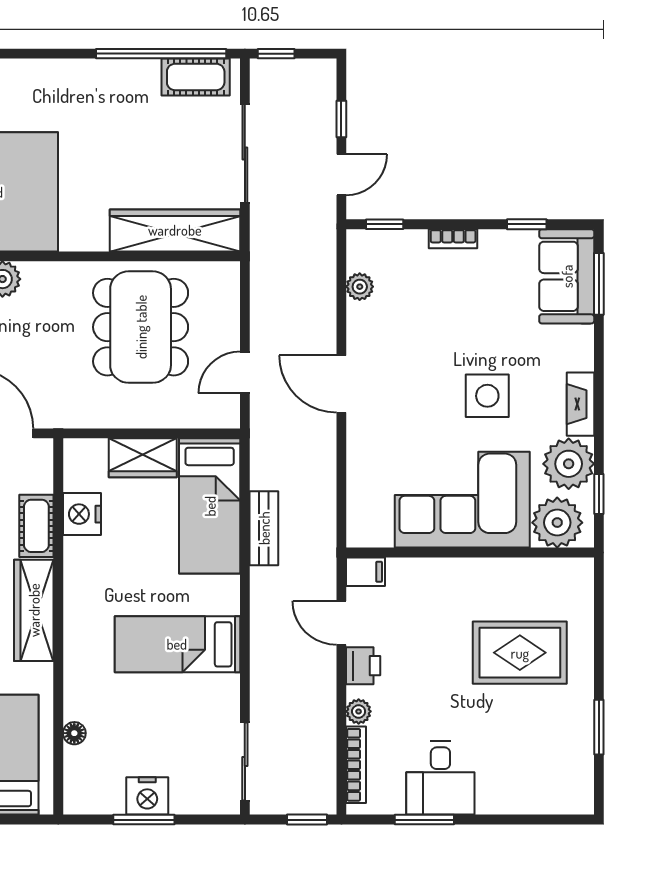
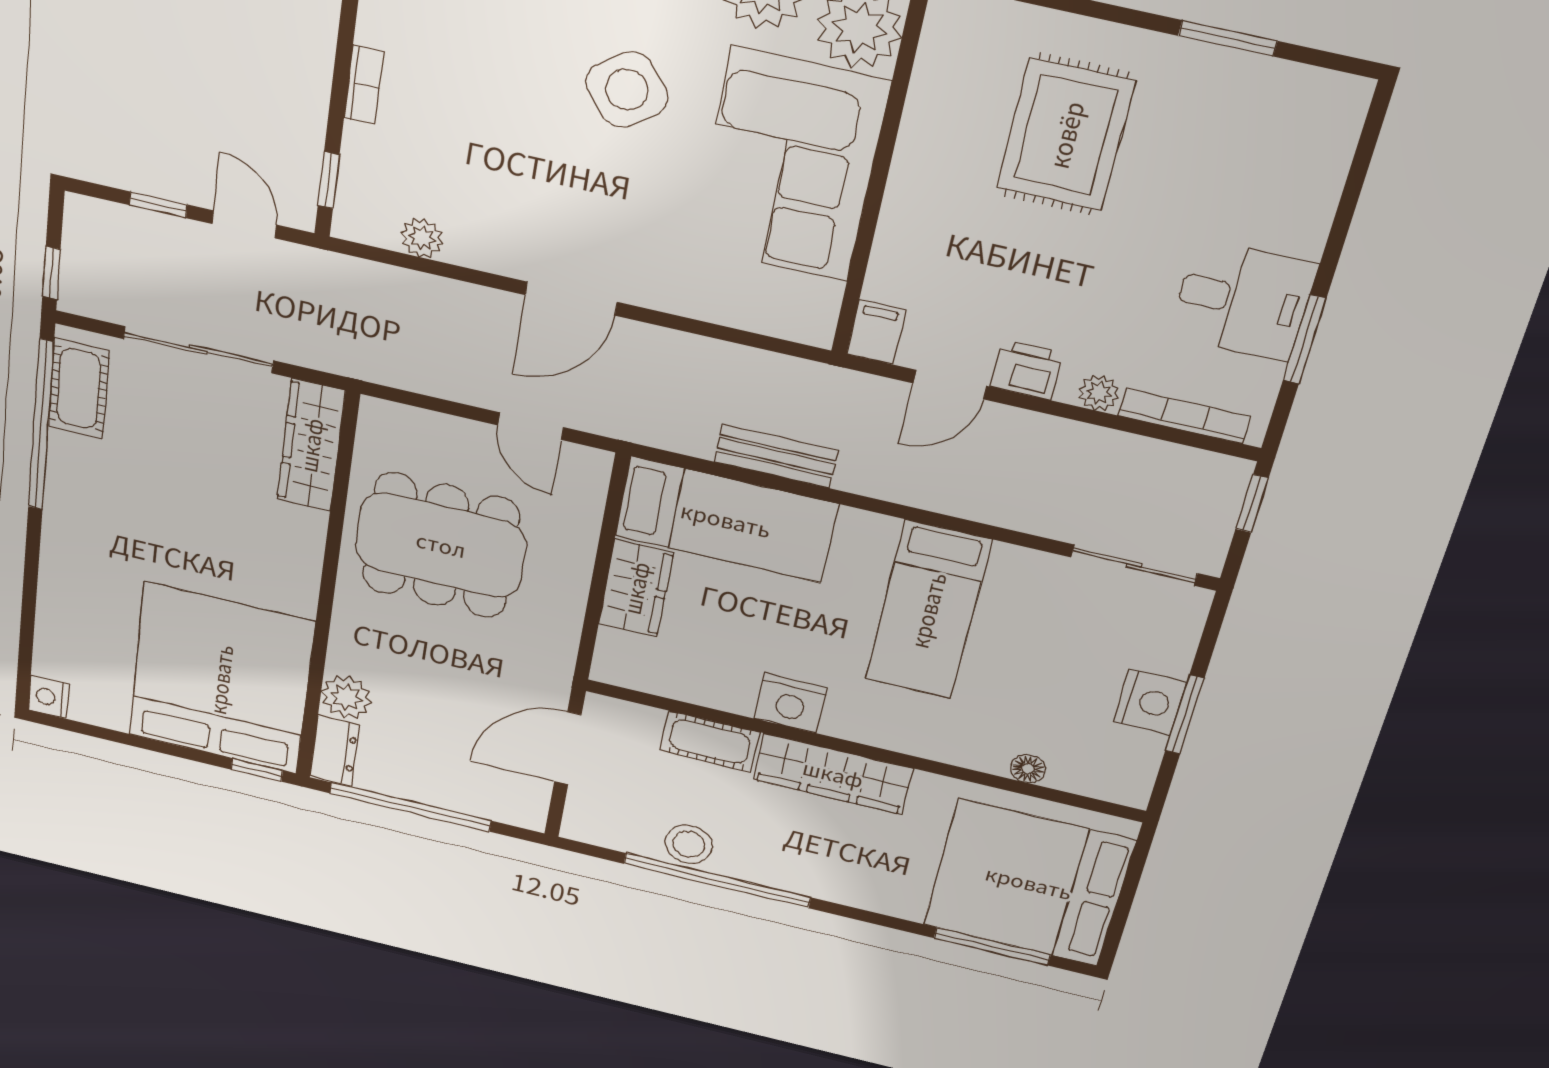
wardrobe: (175, 230) -> (311, 445), width x0.71, depth x0.85
side table: (487, 396) -> (627, 90), turned -37
nightstand: (82, 514) -> (791, 703), moved

